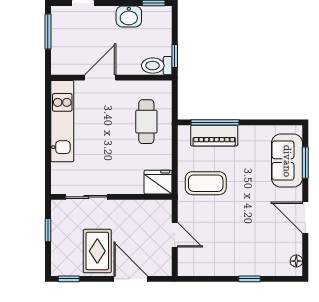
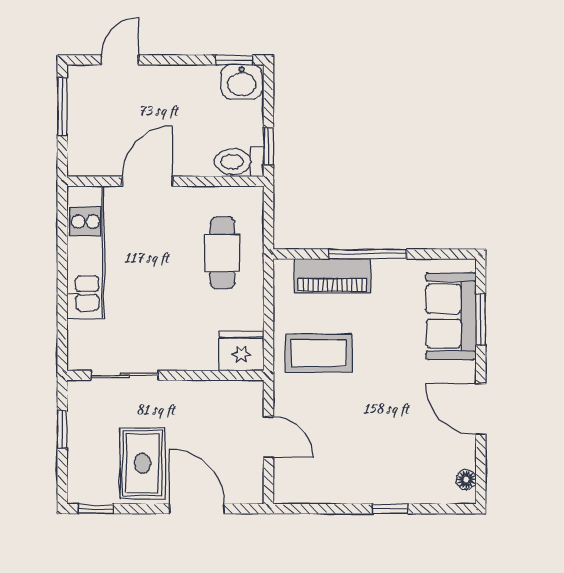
washbasin: (129, 16) -> (242, 82), moved
window: (215, 122) -> (368, 254), moved

